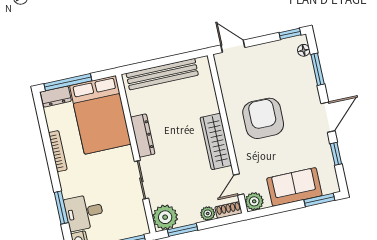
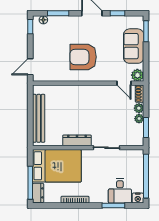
wardrobe: (216, 141) -> (92, 92), removed
plant: (165, 217) -> (139, 119), moved, width x0.53, depth x0.53

